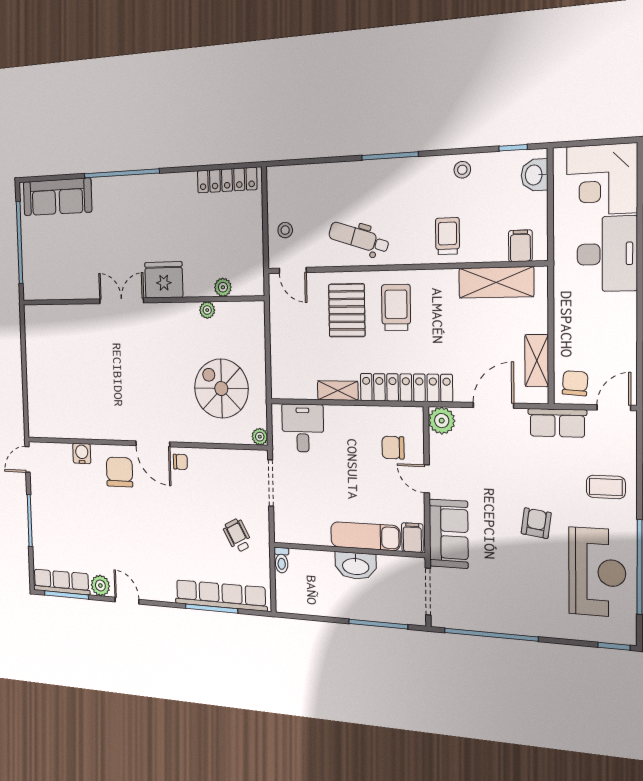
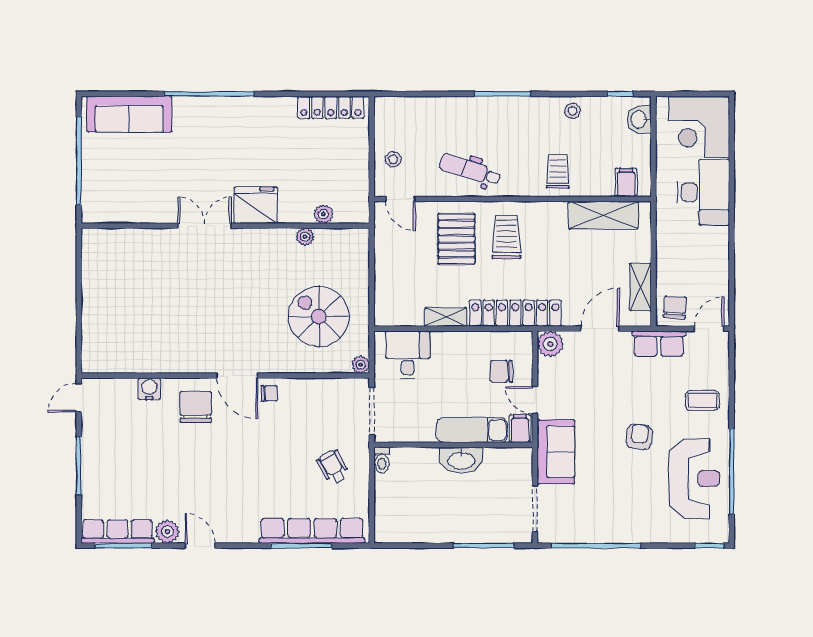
exam couch: (365, 536) -> (472, 430), moved
filing cabinet: (412, 538) -> (520, 429), moved
wall: (348, 550) -> (453, 445), moved
toilet: (282, 560) -> (382, 460), moved
washbasin: (356, 566) -> (461, 460), moved

